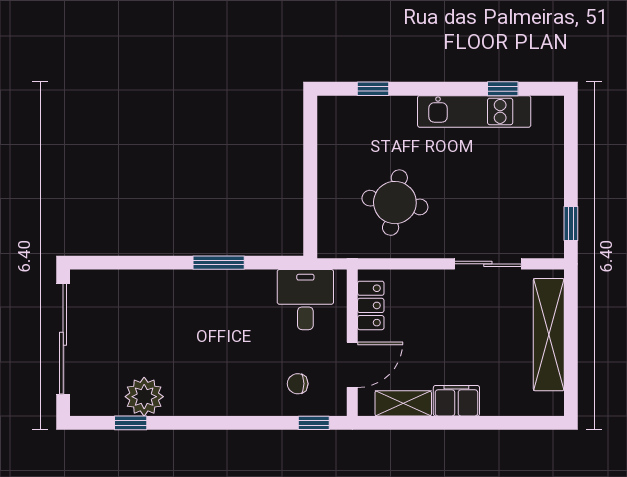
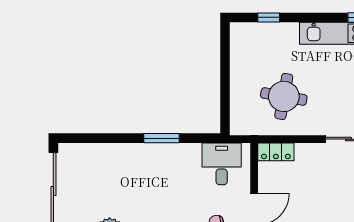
locker: (371, 305) -> (276, 152), moved, turned 90

